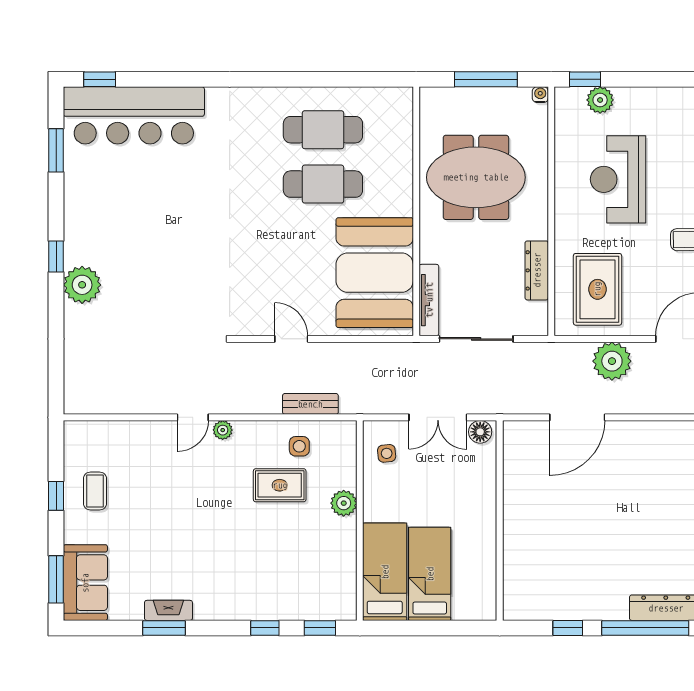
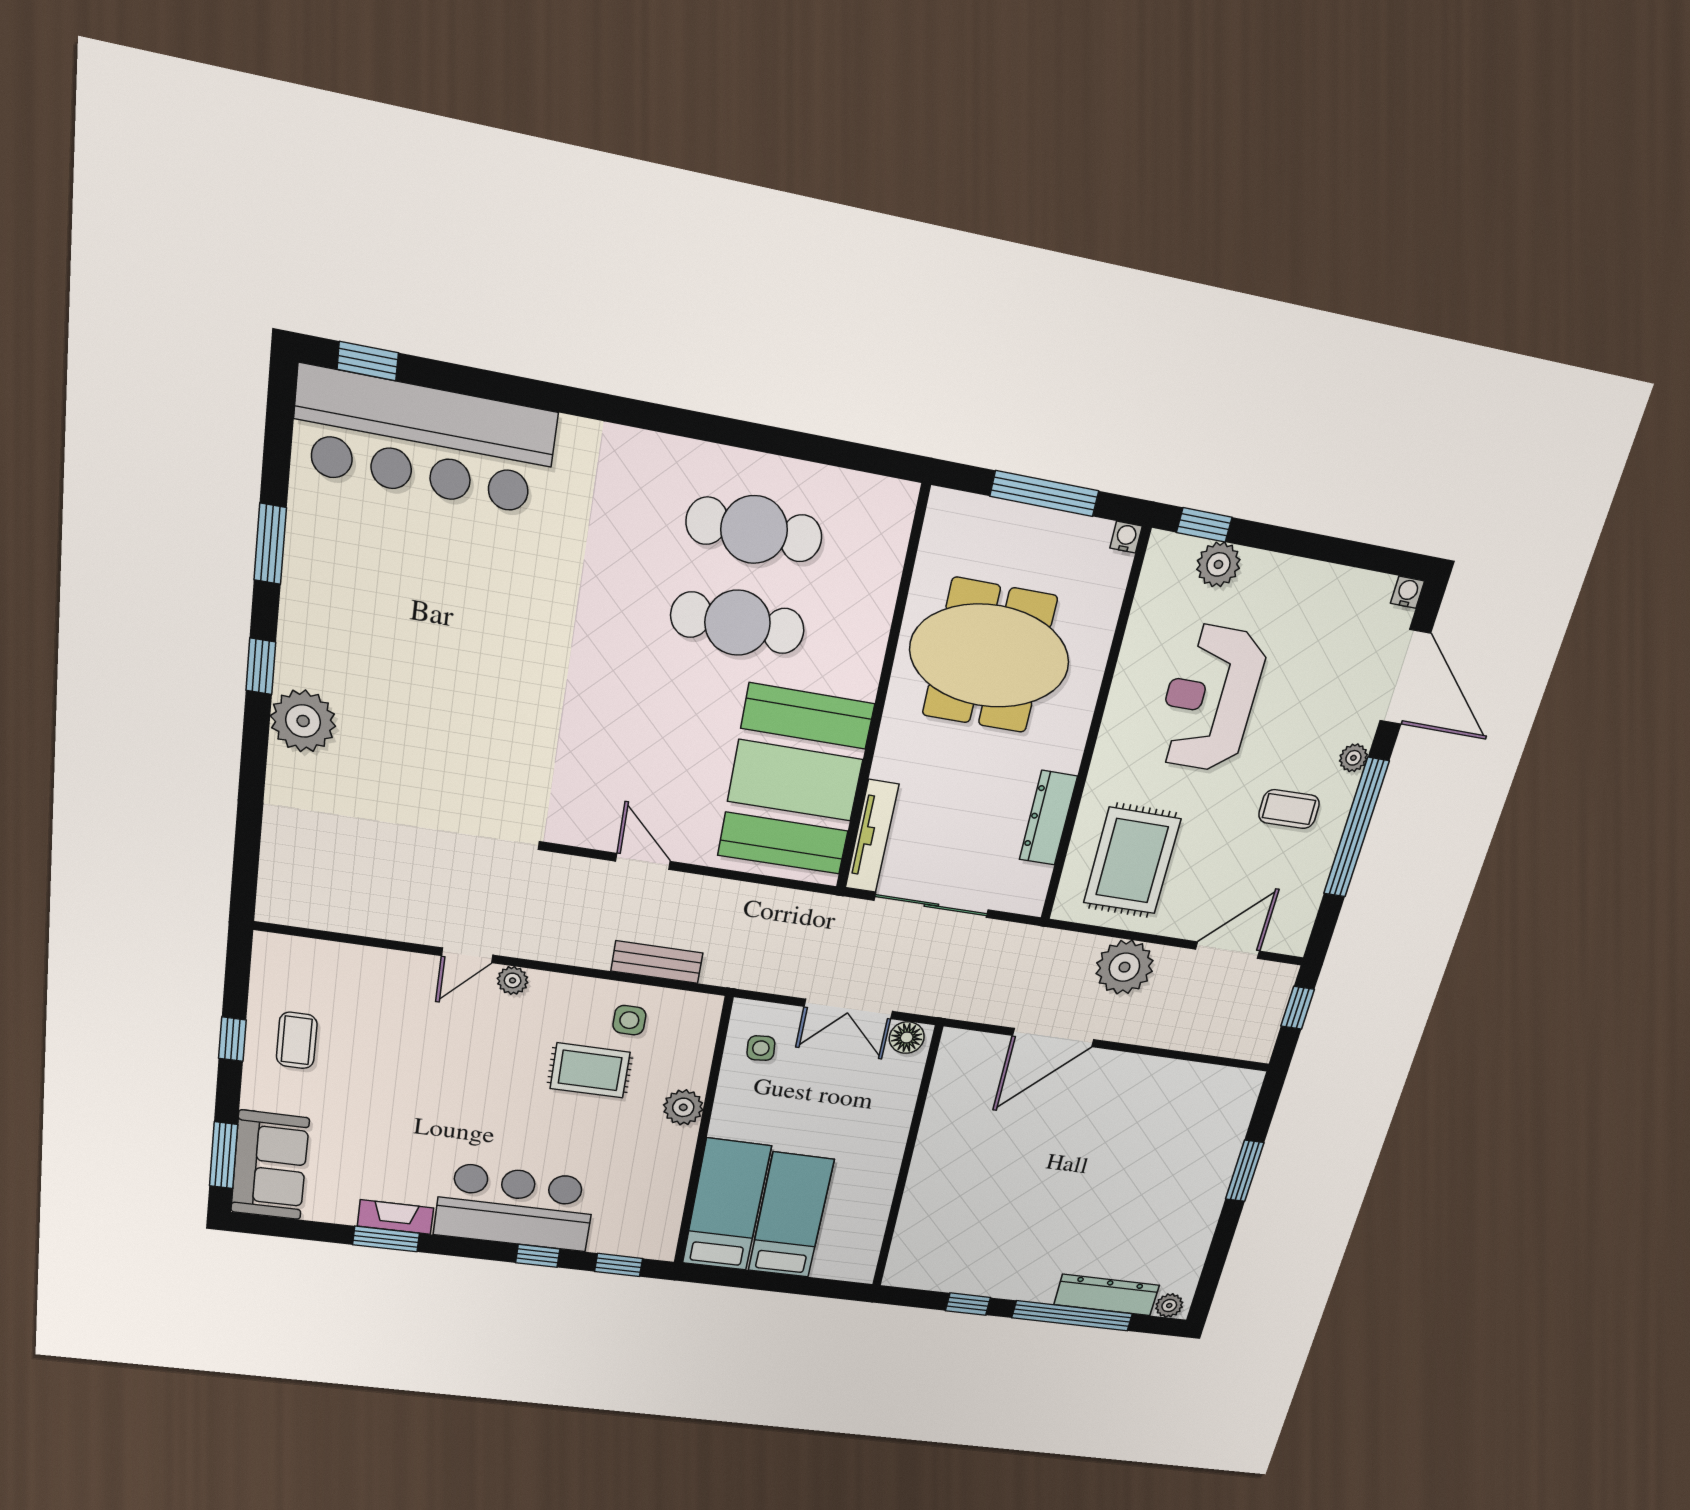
window: (56, 150) -> (270, 544), moved
bar counter: (245, 592) -> (515, 1207), added

